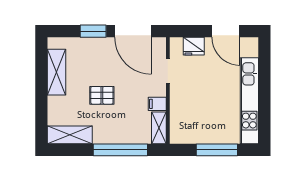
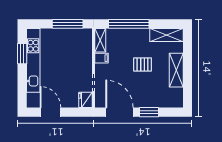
fridge: (194, 46) -> (86, 100), moved, turned -90
shelving: (57, 72) -> (176, 70), moved
window: (264, 110) -> (22, 54), added
window: (217, 150) -> (68, 24), moved

